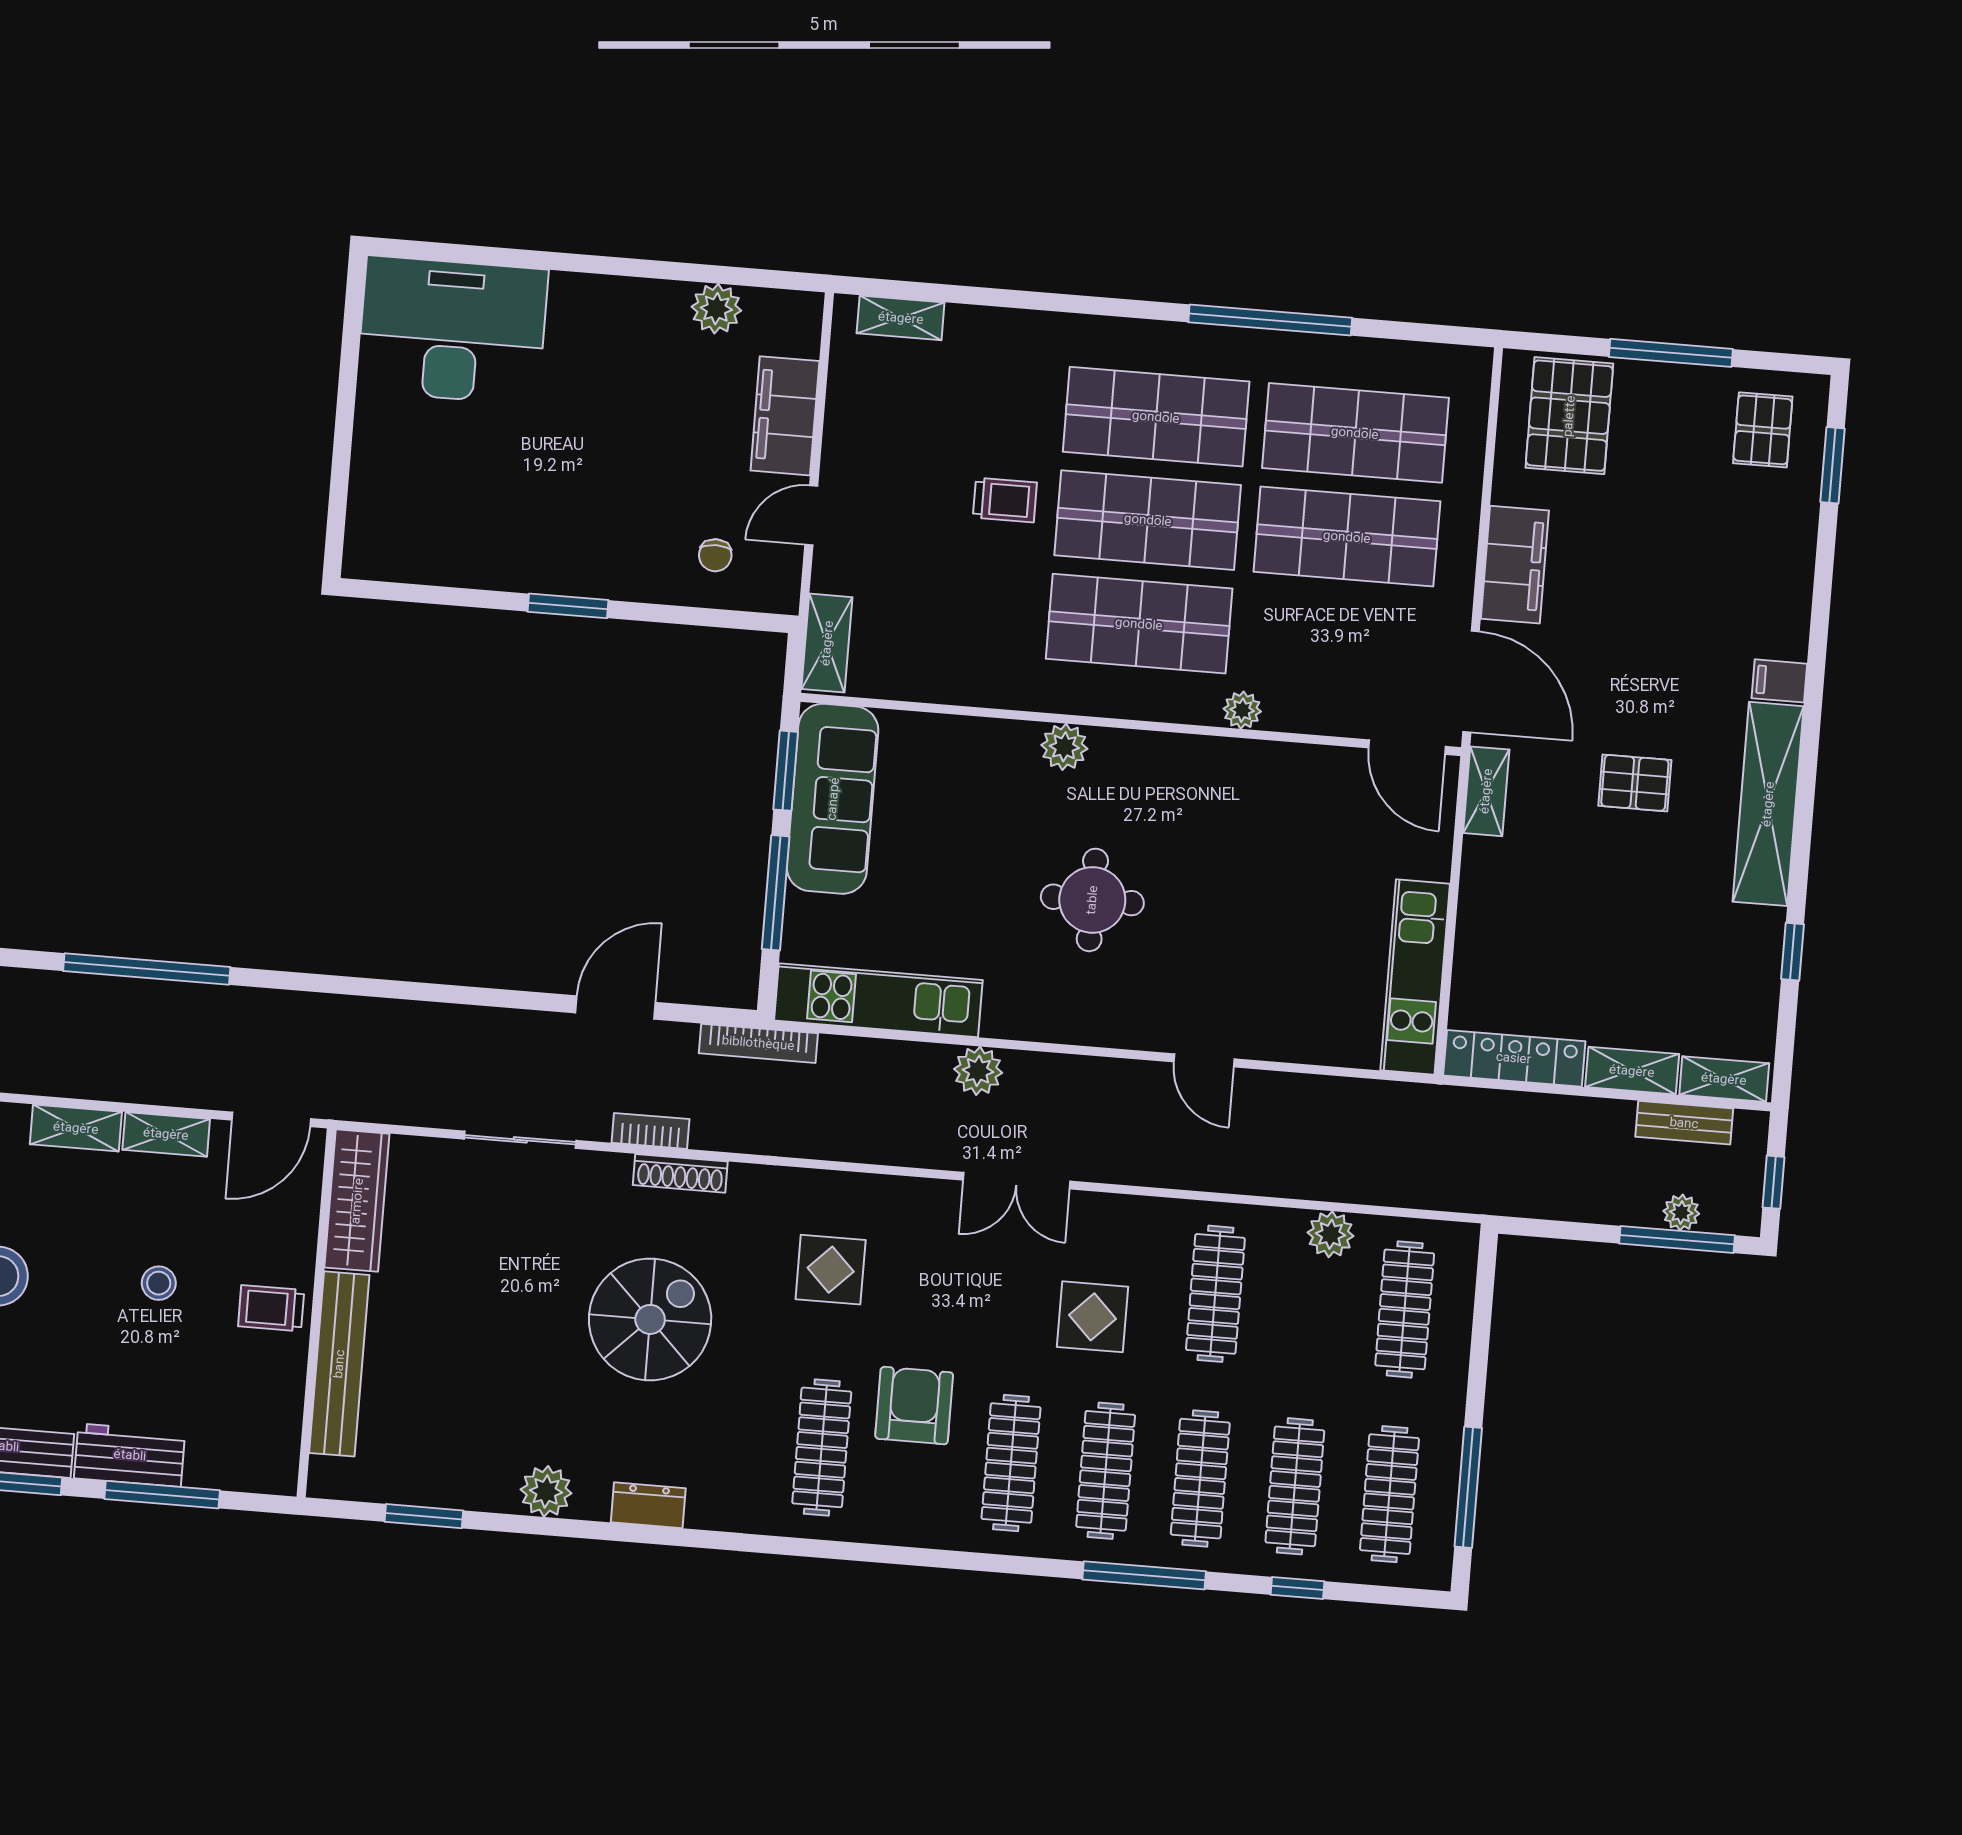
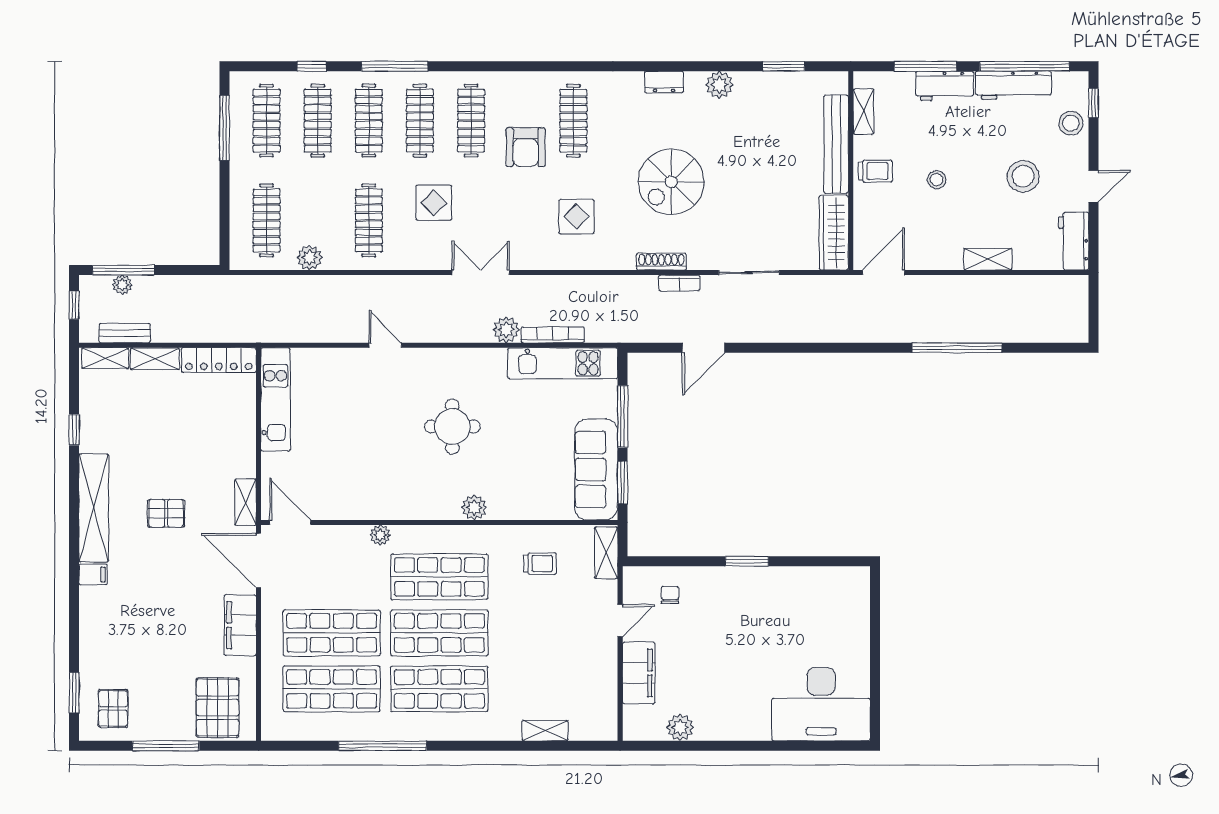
shelving: (901, 318) -> (545, 731), moved
trolley: (1005, 500) -> (540, 564), moved, turned 180
bookcase: (758, 1043) -> (553, 335), moved
shelving: (166, 1134) -> (863, 111), moved, turned 90

